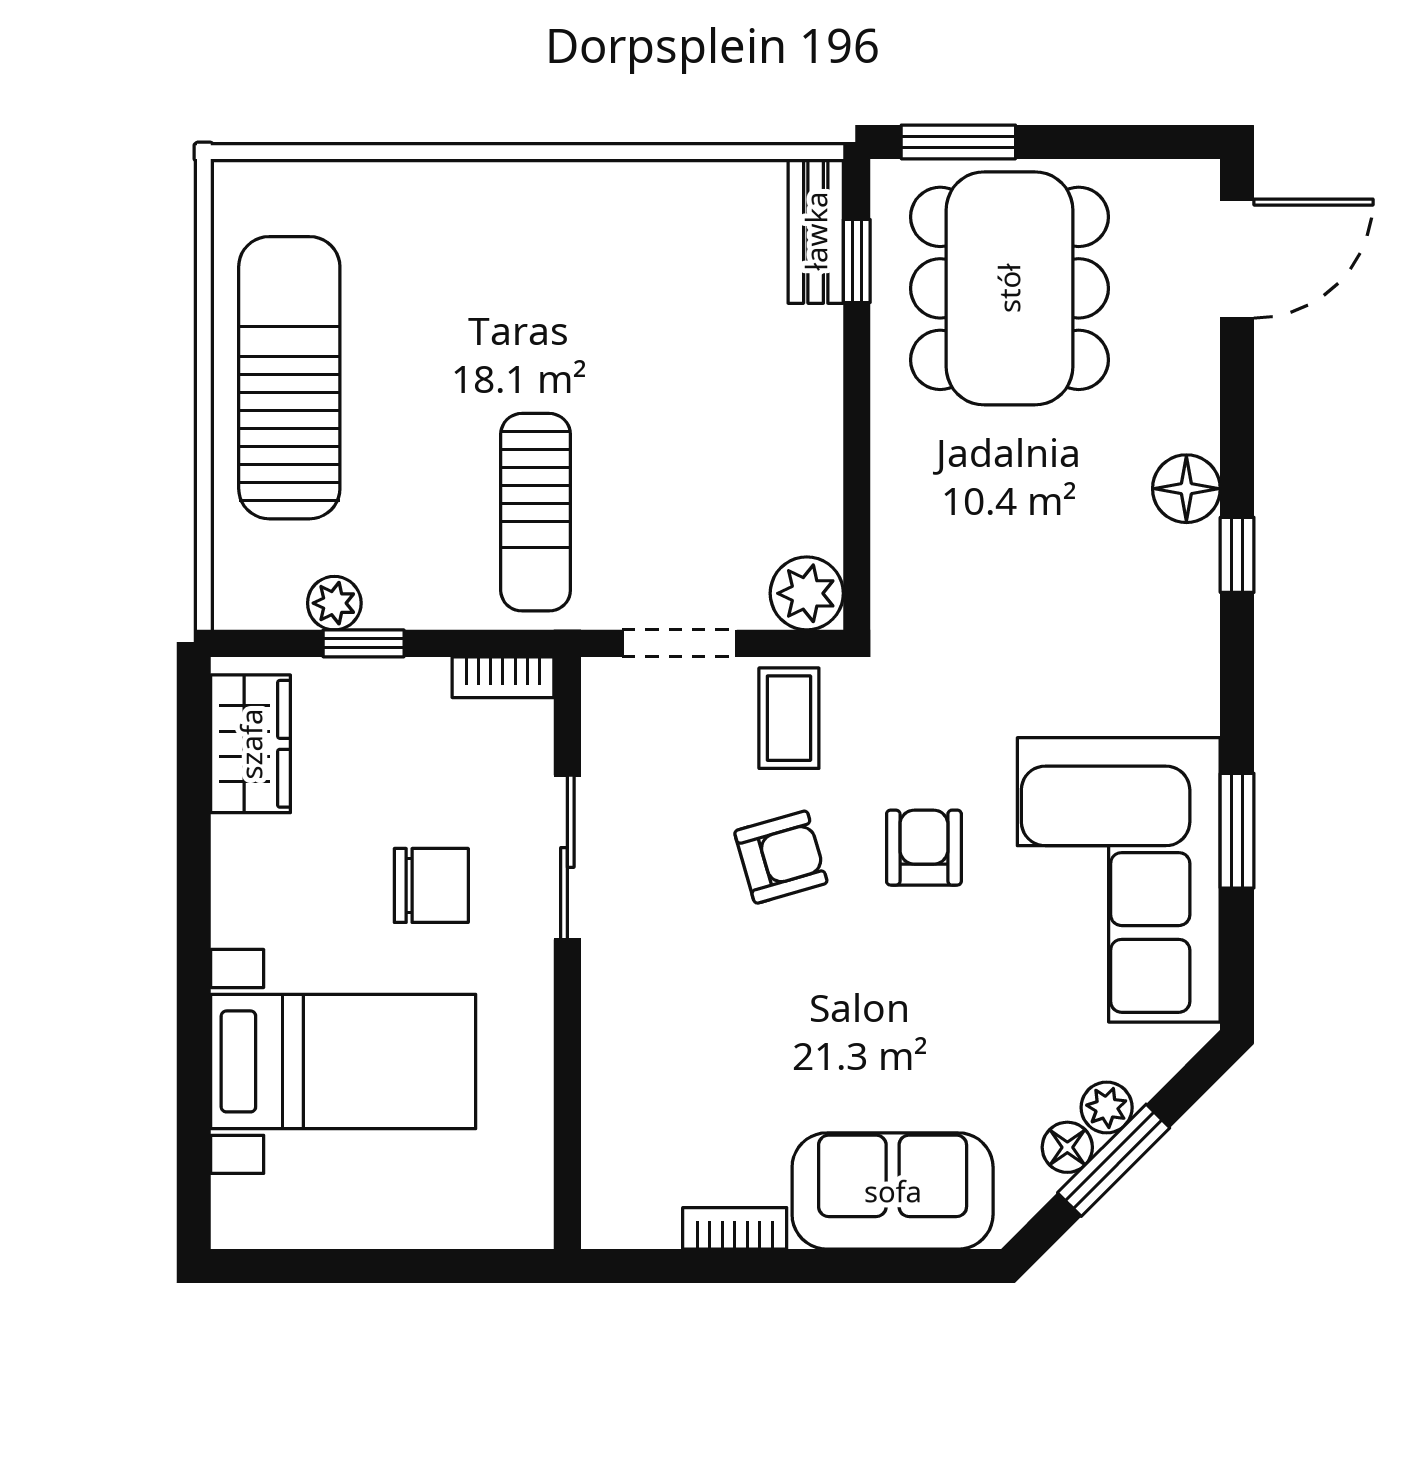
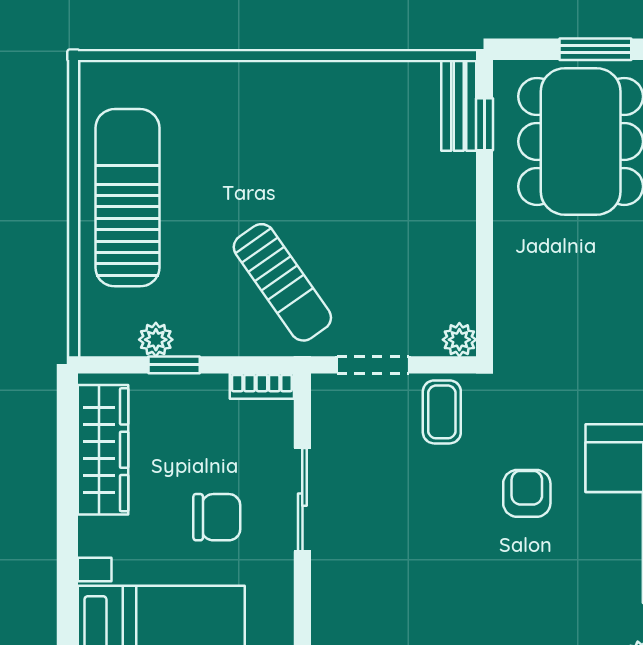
window: (958, 142) -> (595, 49), moved
sun lounger: (536, 512) -> (282, 282), turned -35
plant: (807, 593) -> (459, 340), width x0.73, depth x0.73
wardrobe: (251, 744) -> (103, 450), width x1.50
armchair: (781, 857) -> (437, 499), removed

